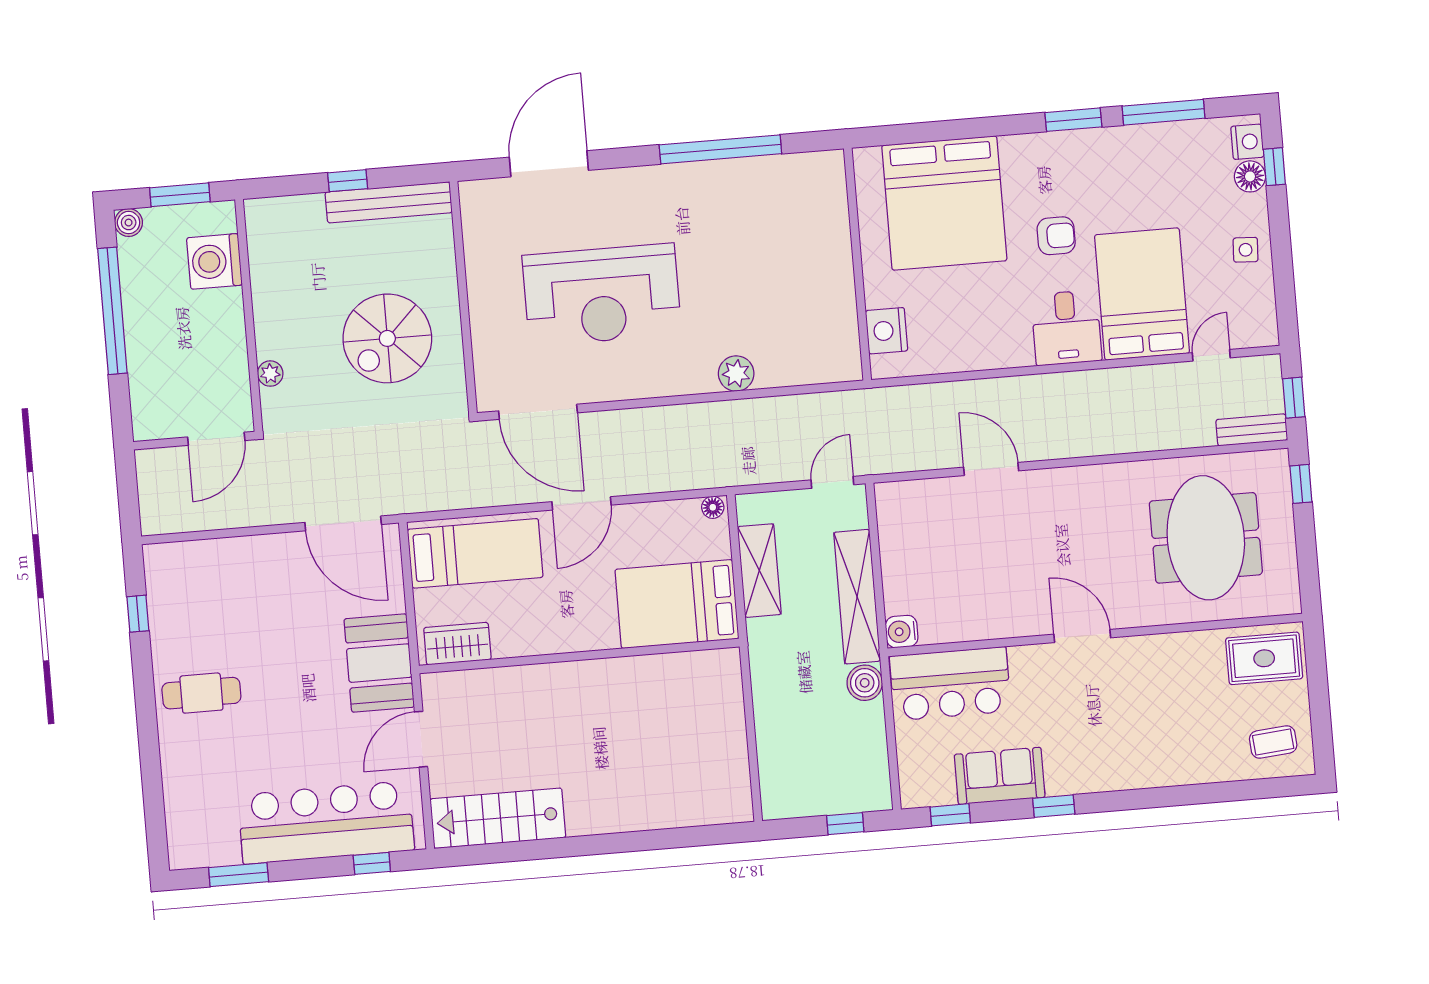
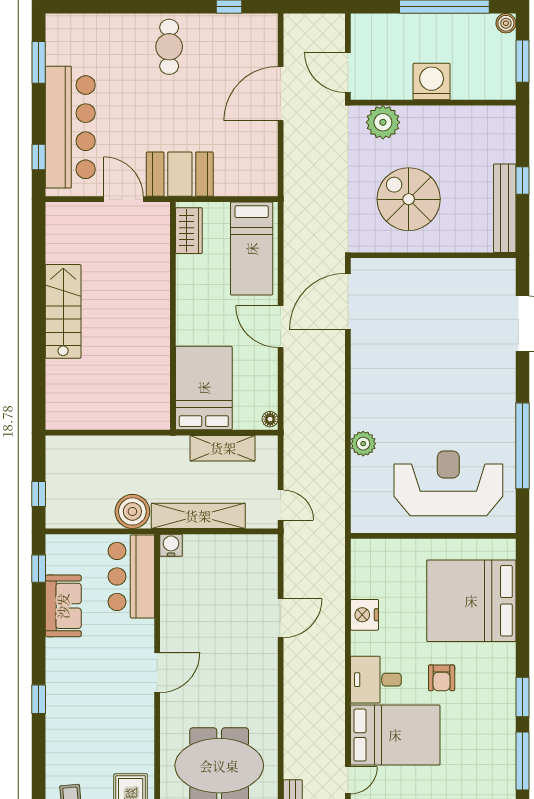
washing machine: (214, 261) -> (432, 82), moved
reception desk: (602, 295) -> (448, 483), moved, turned 90
nightstand: (887, 331) -> (364, 615), moved, turned -90
door: (1211, 355) -> (348, 780), hinge flipped
plant: (270, 374) -> (383, 122), width x1.87, depth x1.87
door: (343, 523) -> (281, 94), moved
boiler: (865, 683) -> (132, 511), width x1.37, depth x1.37
window: (1054, 806) -> (39, 699), moved
stairs: (498, 818) -> (63, 311), moved

